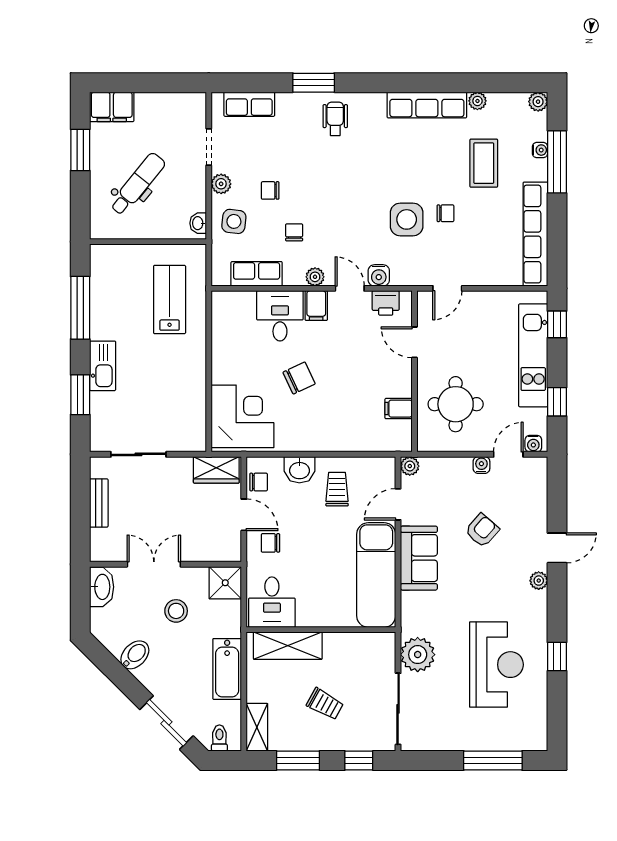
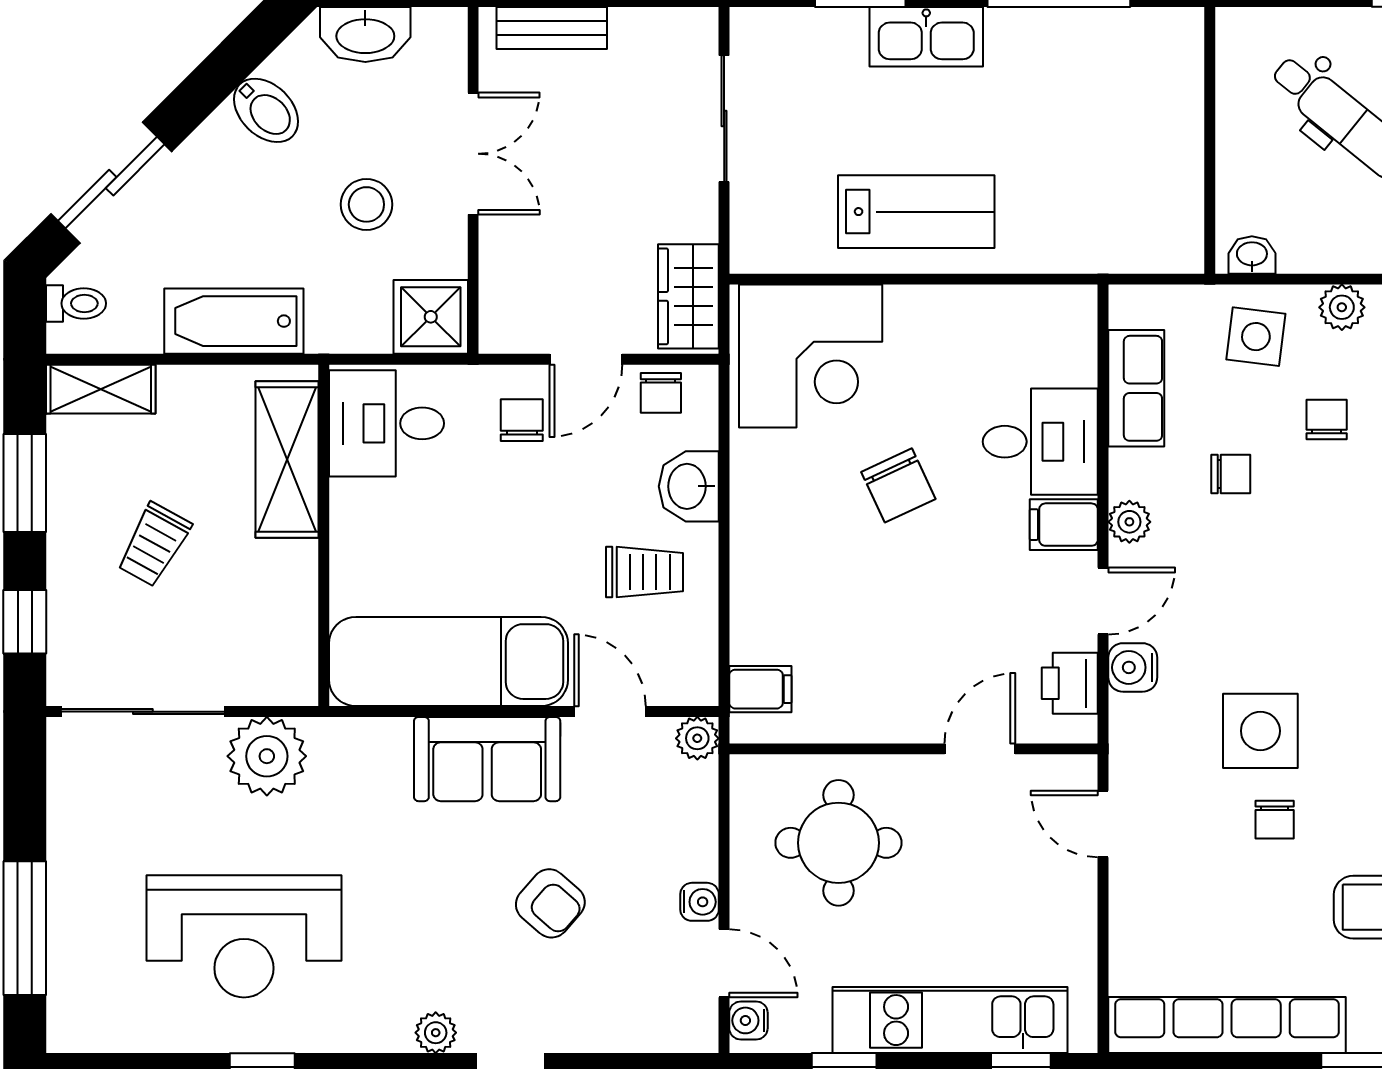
lab bench: (170, 299) -> (916, 212), moved
filing cabinet: (399, 409) -> (760, 689), moved, turned 90
bench: (99, 503) -> (552, 28), moved
washbasin: (102, 587) -> (365, 34), moved

